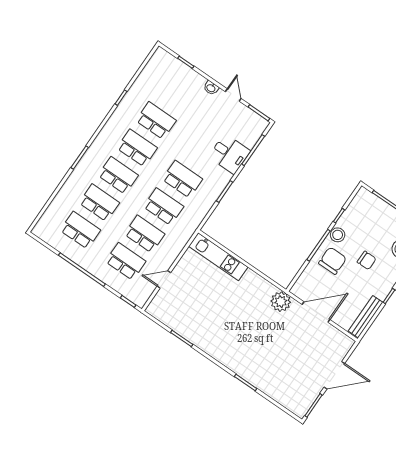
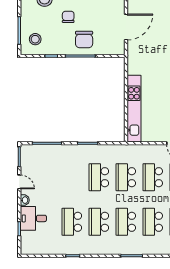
door: (233, 95) -> (19, 182), swing flipped
desk: (229, 154) -> (33, 218), moved, turned -90
stool: (338, 235) -> (35, 39), moved
kitchen unit: (218, 257) -> (134, 109), width x1.36
chair: (332, 261) -> (84, 40), turned -90
plant: (281, 302) -> (135, 55), removed
door: (316, 312) -> (126, 27), swing flipped

